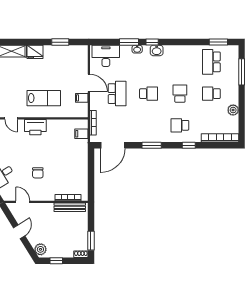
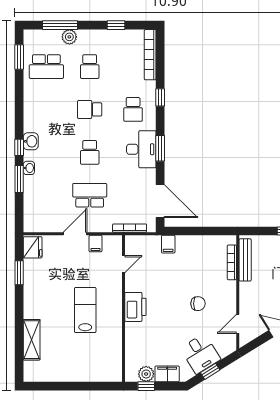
fridge: (35, 52) -> (33, 247), moved
desk: (106, 56) -> (141, 149), moved, turned 180
school desk: (149, 94) -> (90, 152), turned 180
lab bench: (44, 98) -> (85, 310), moved
plant: (233, 110) -> (69, 37), moved
window: (242, 113) -> (116, 25), added
door: (11, 118) -> (124, 264), moved
filing cabinet: (81, 134) -> (168, 244), moved

